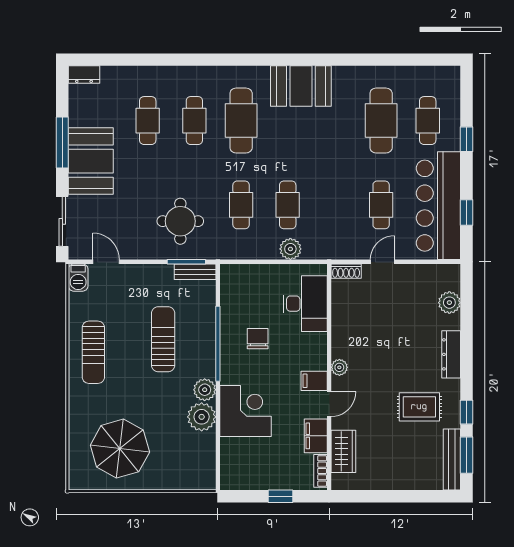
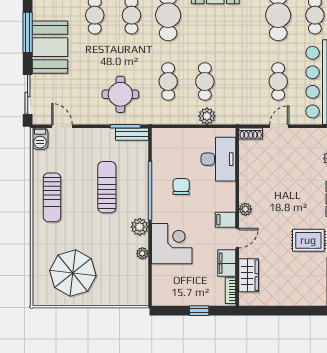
plant: (202, 417) -> (142, 253), width x0.53, depth x0.53

